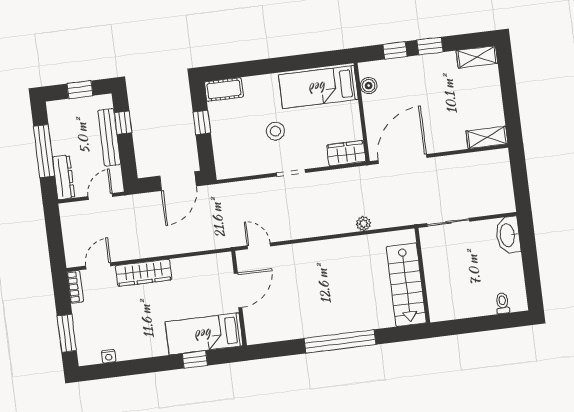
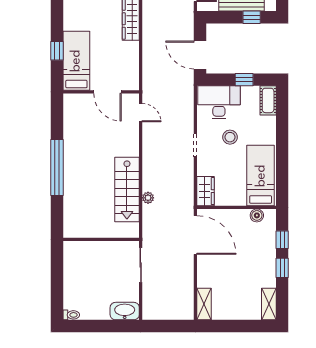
desk: (234, 150) -> (219, 102), added
door: (259, 246) -> (141, 113), hinge flipped
stairs: (406, 285) -> (127, 190), moved, turned -90
toilet: (502, 303) -> (71, 315), moved

